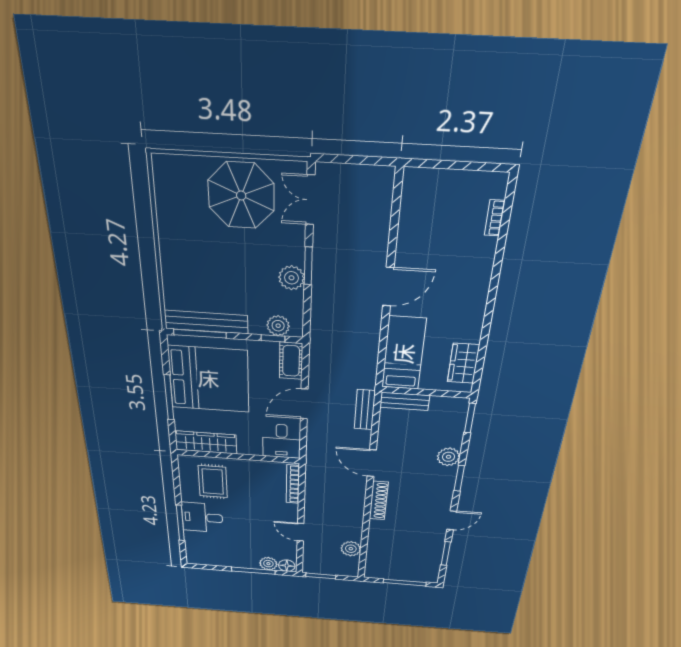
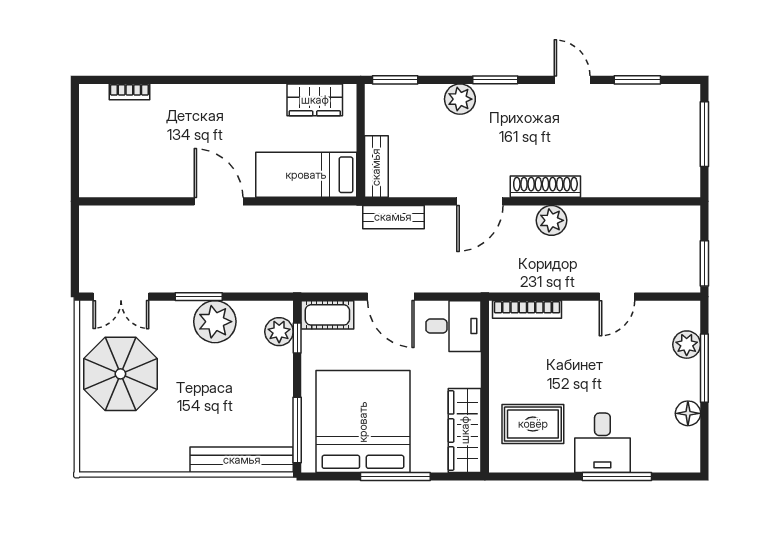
plant: (292, 278) -> (215, 322), width x1.36, depth x1.36
bench: (206, 322) -> (242, 460), moved, turned 90
plant: (351, 549) -> (552, 220), moved
floor lamp: (287, 566) -> (688, 413), moved

